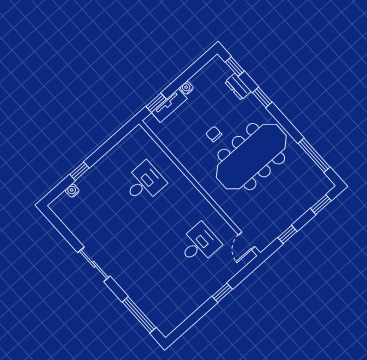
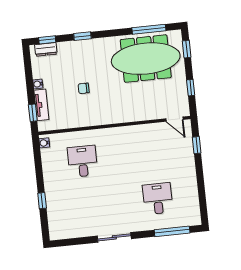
dresser: (238, 87) -> (46, 49), moved
meeting table: (251, 157) -> (146, 59), moved, turned 90
water cooler: (72, 191) -> (44, 143), moved
desk: (199, 244) -> (158, 199), moved
window: (222, 293) -> (197, 145), moved

